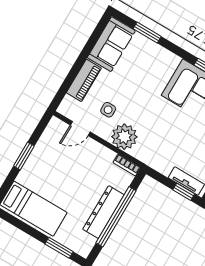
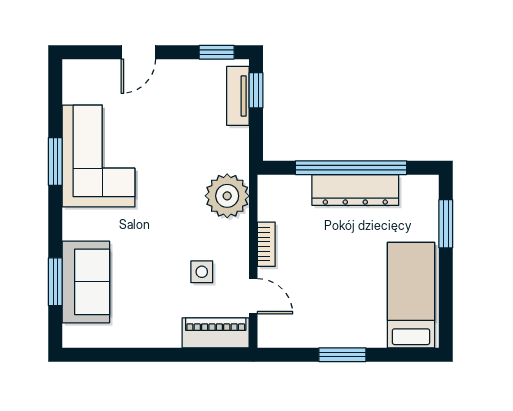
sofa: (111, 44) -> (86, 282), moved, turned 90
piano: (84, 80) -> (216, 333), moved
plant: (124, 137) -> (227, 196), moved
bookcase: (127, 165) -> (266, 244), moved

